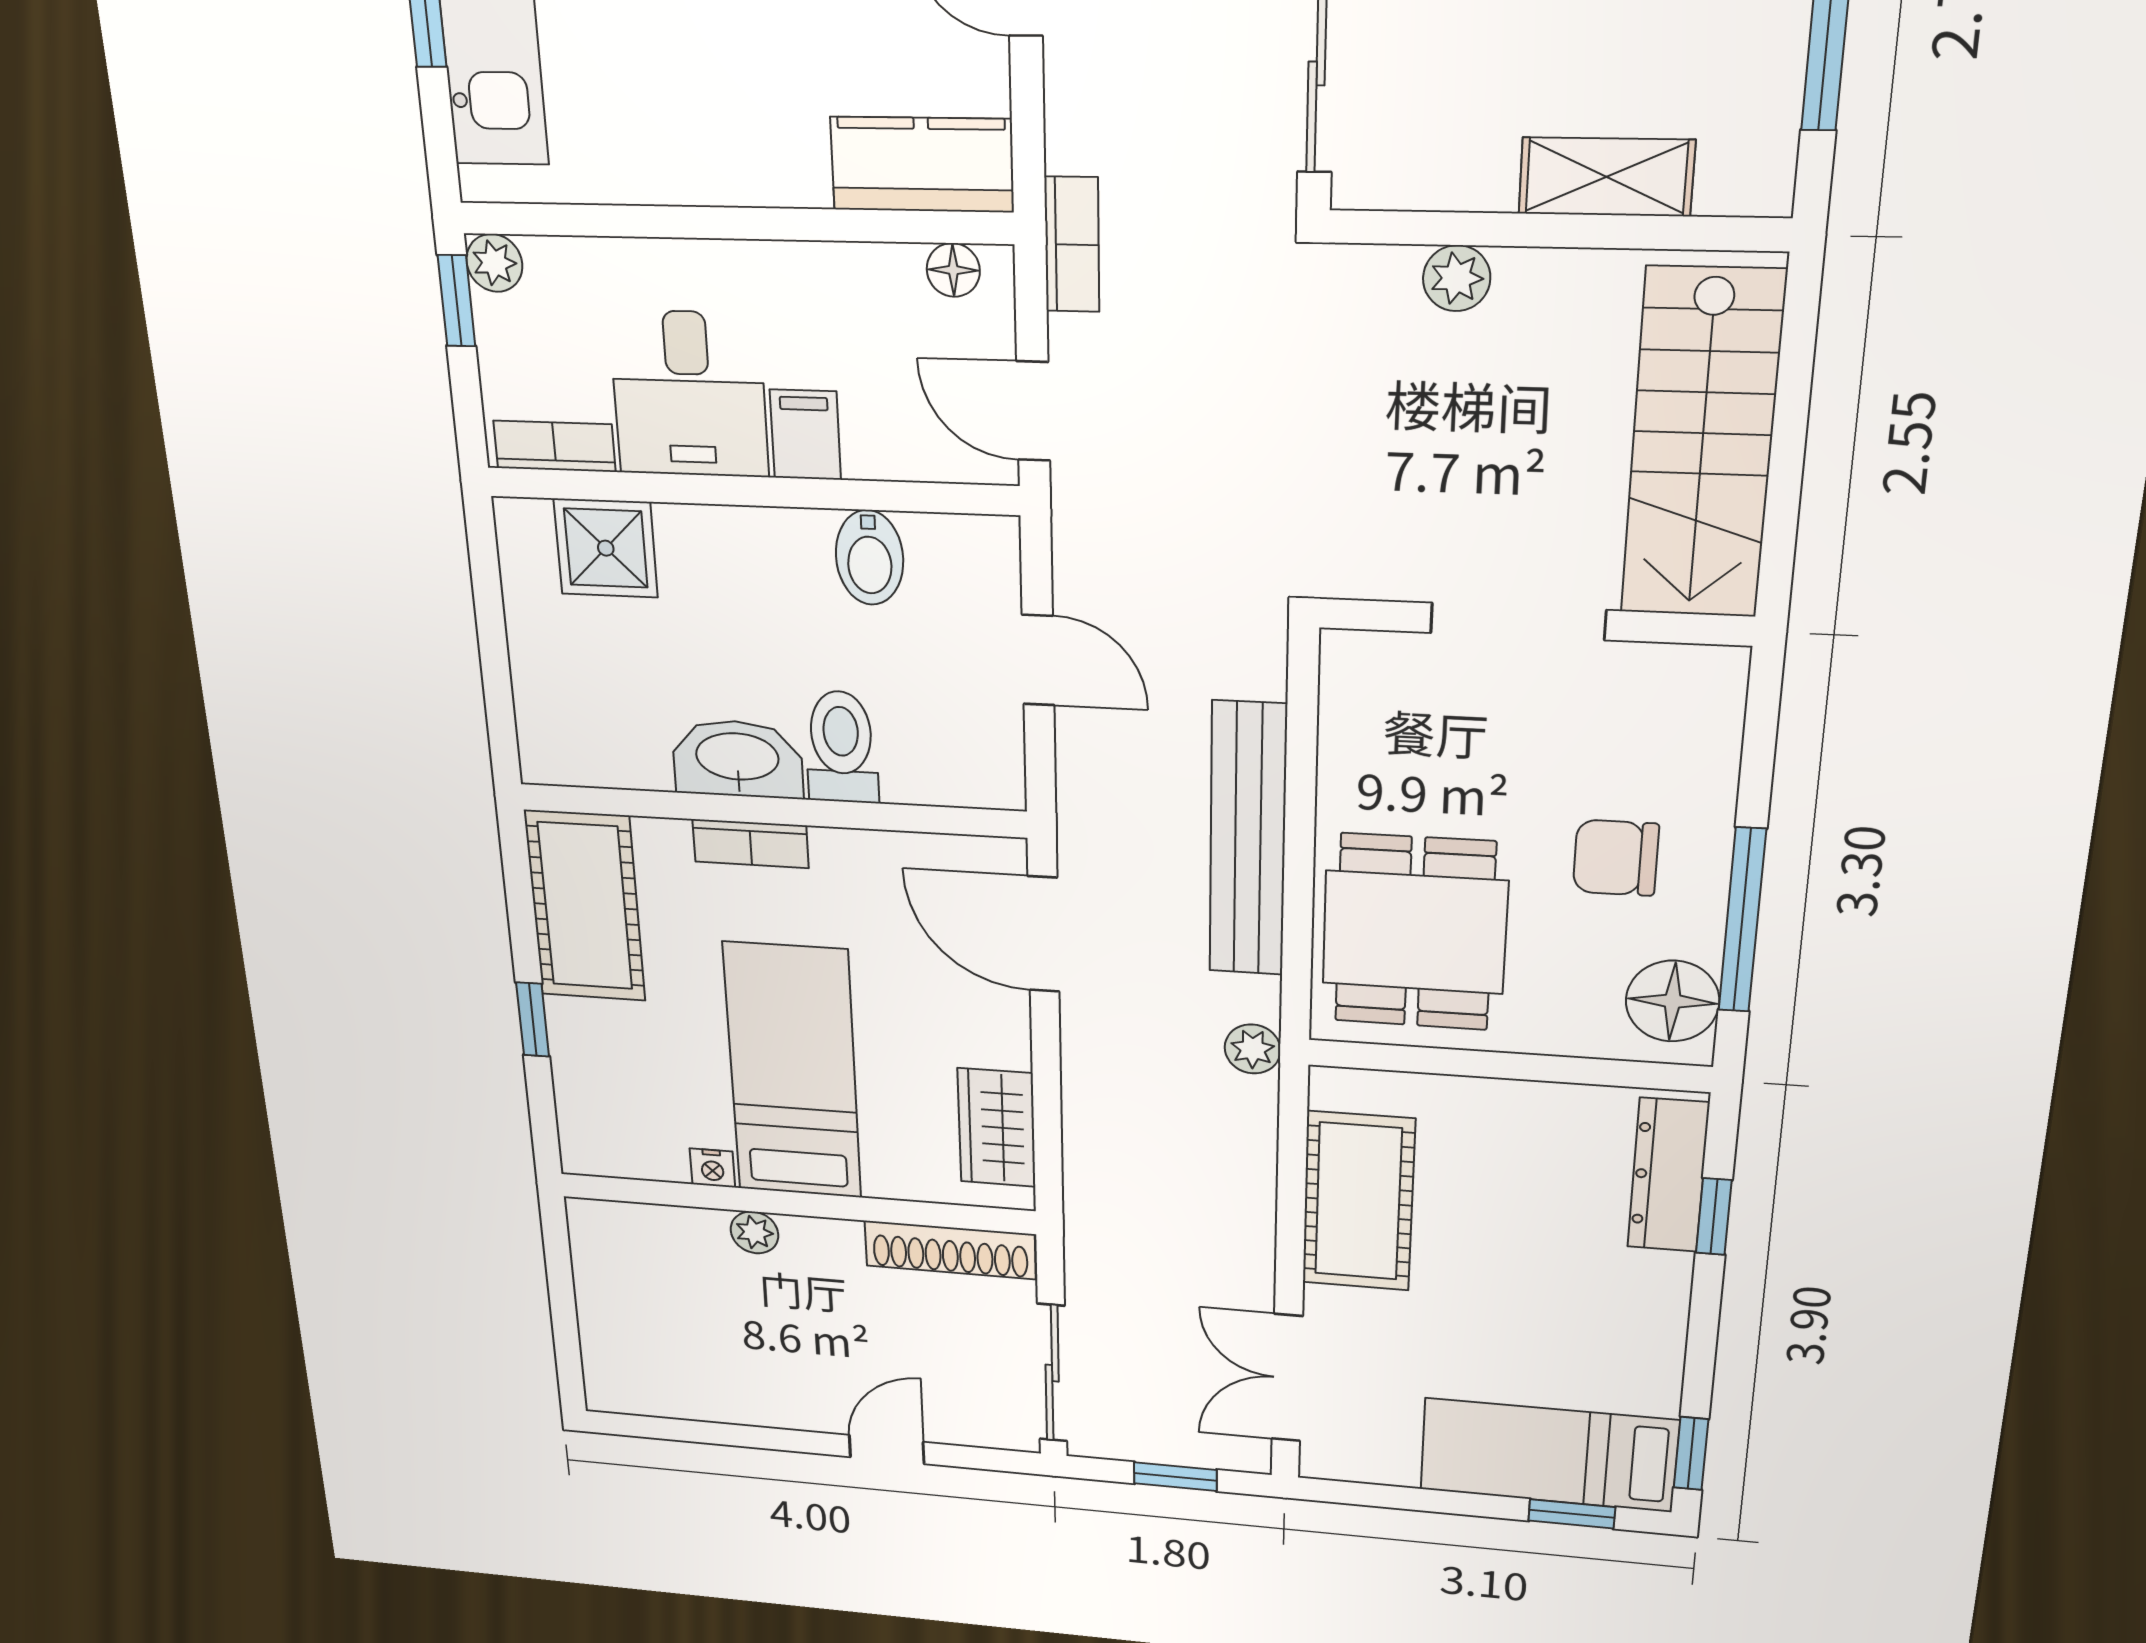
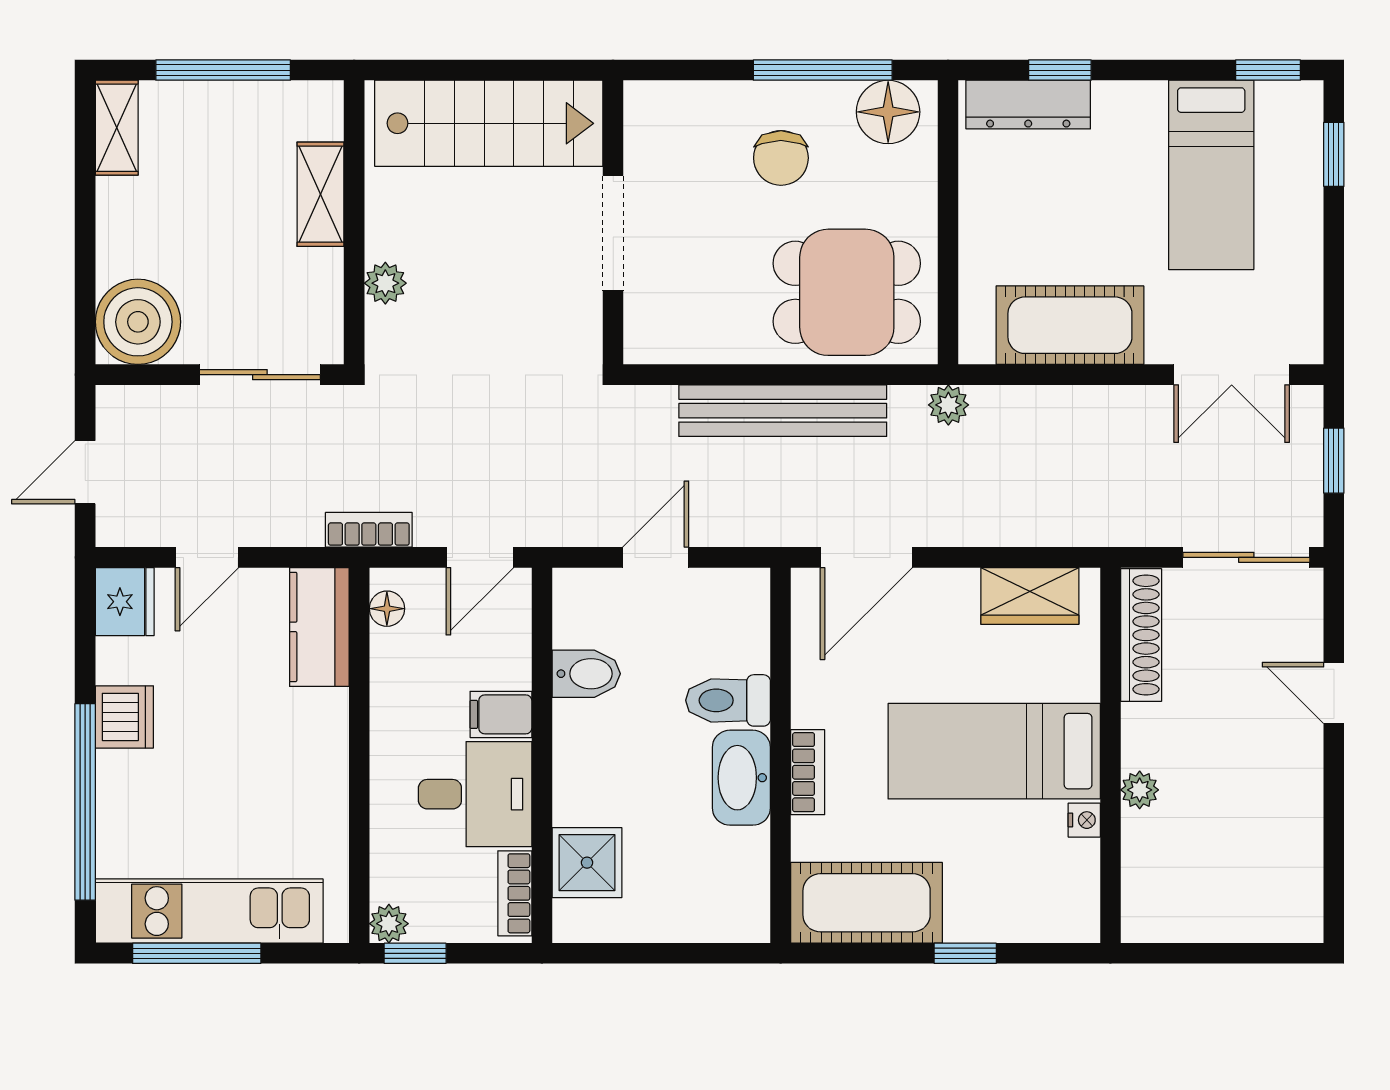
bed: (1549, 1455) -> (1211, 175), moved

